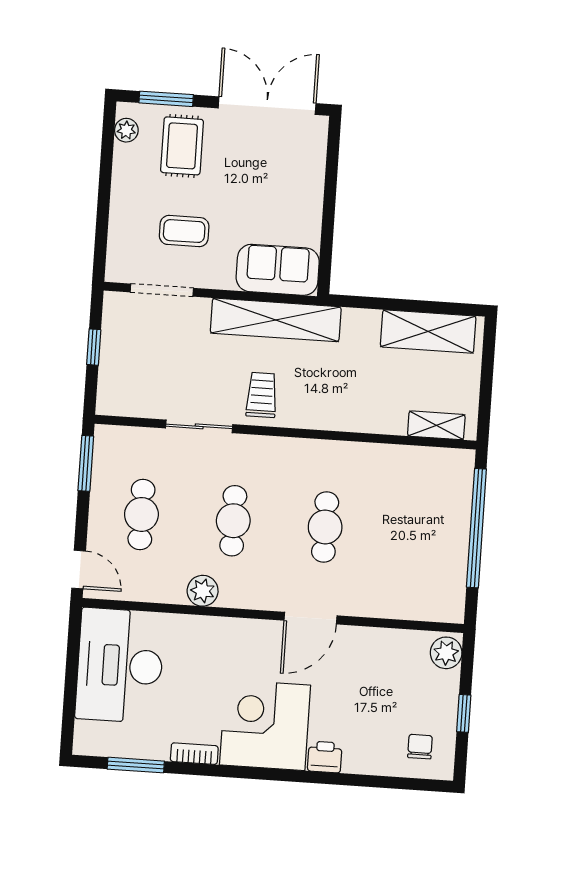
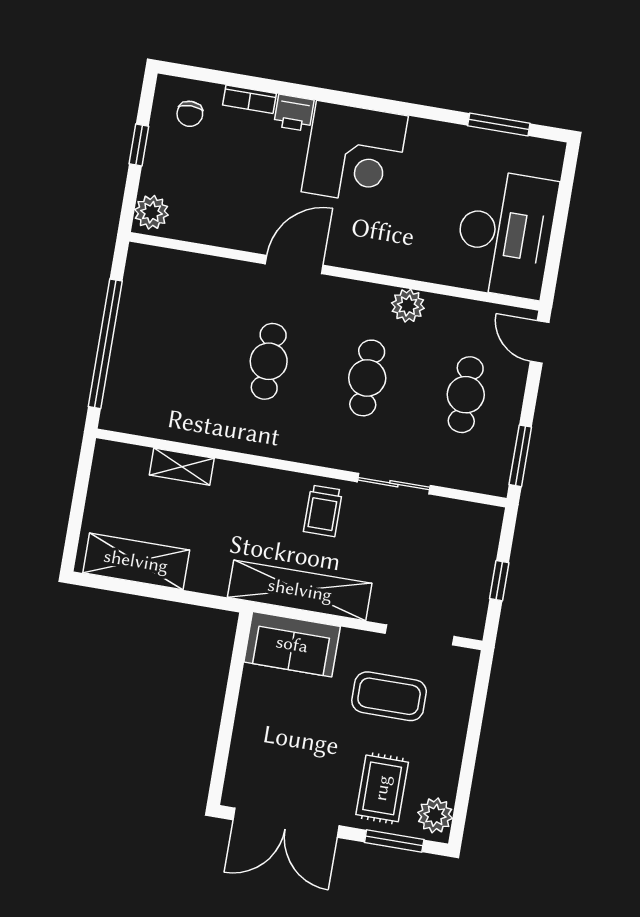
plant: (126, 130) -> (435, 815), width x1.38, depth x1.38
coffee table: (184, 231) -> (389, 696), width x1.36, depth x1.30
shelving: (436, 425) -> (182, 467), moved
bookcase: (194, 754) -> (249, 99), moved

